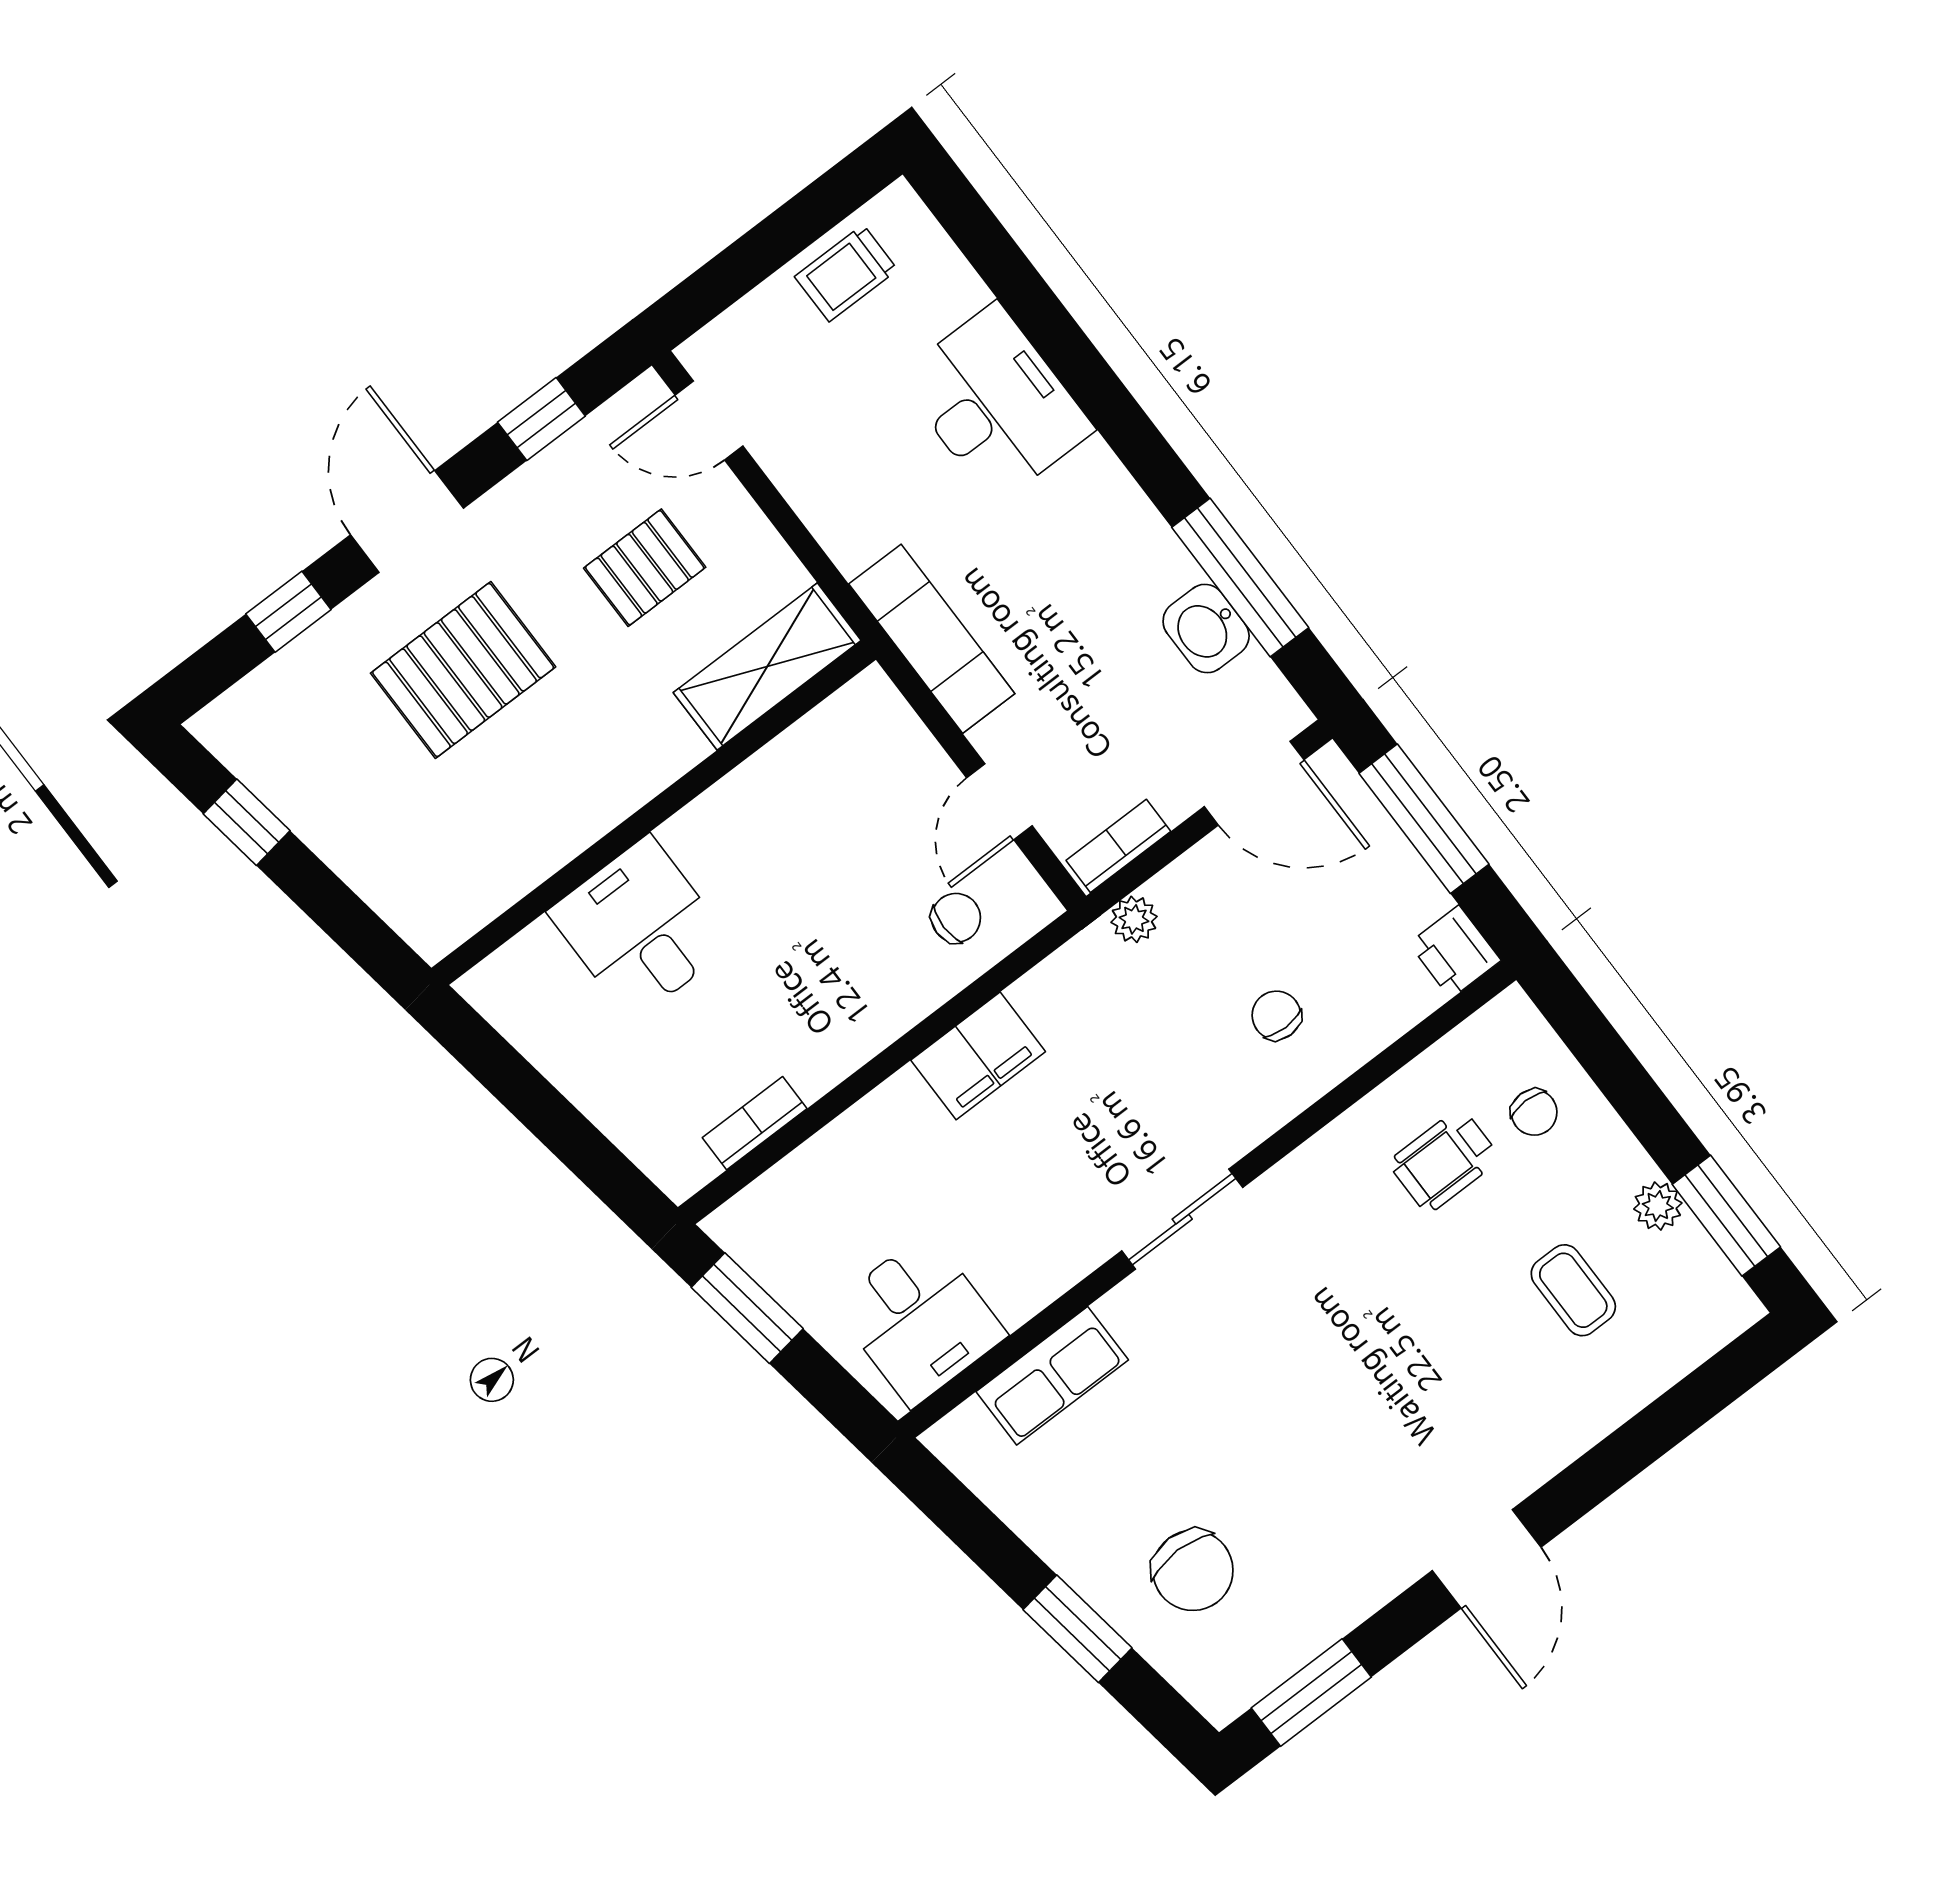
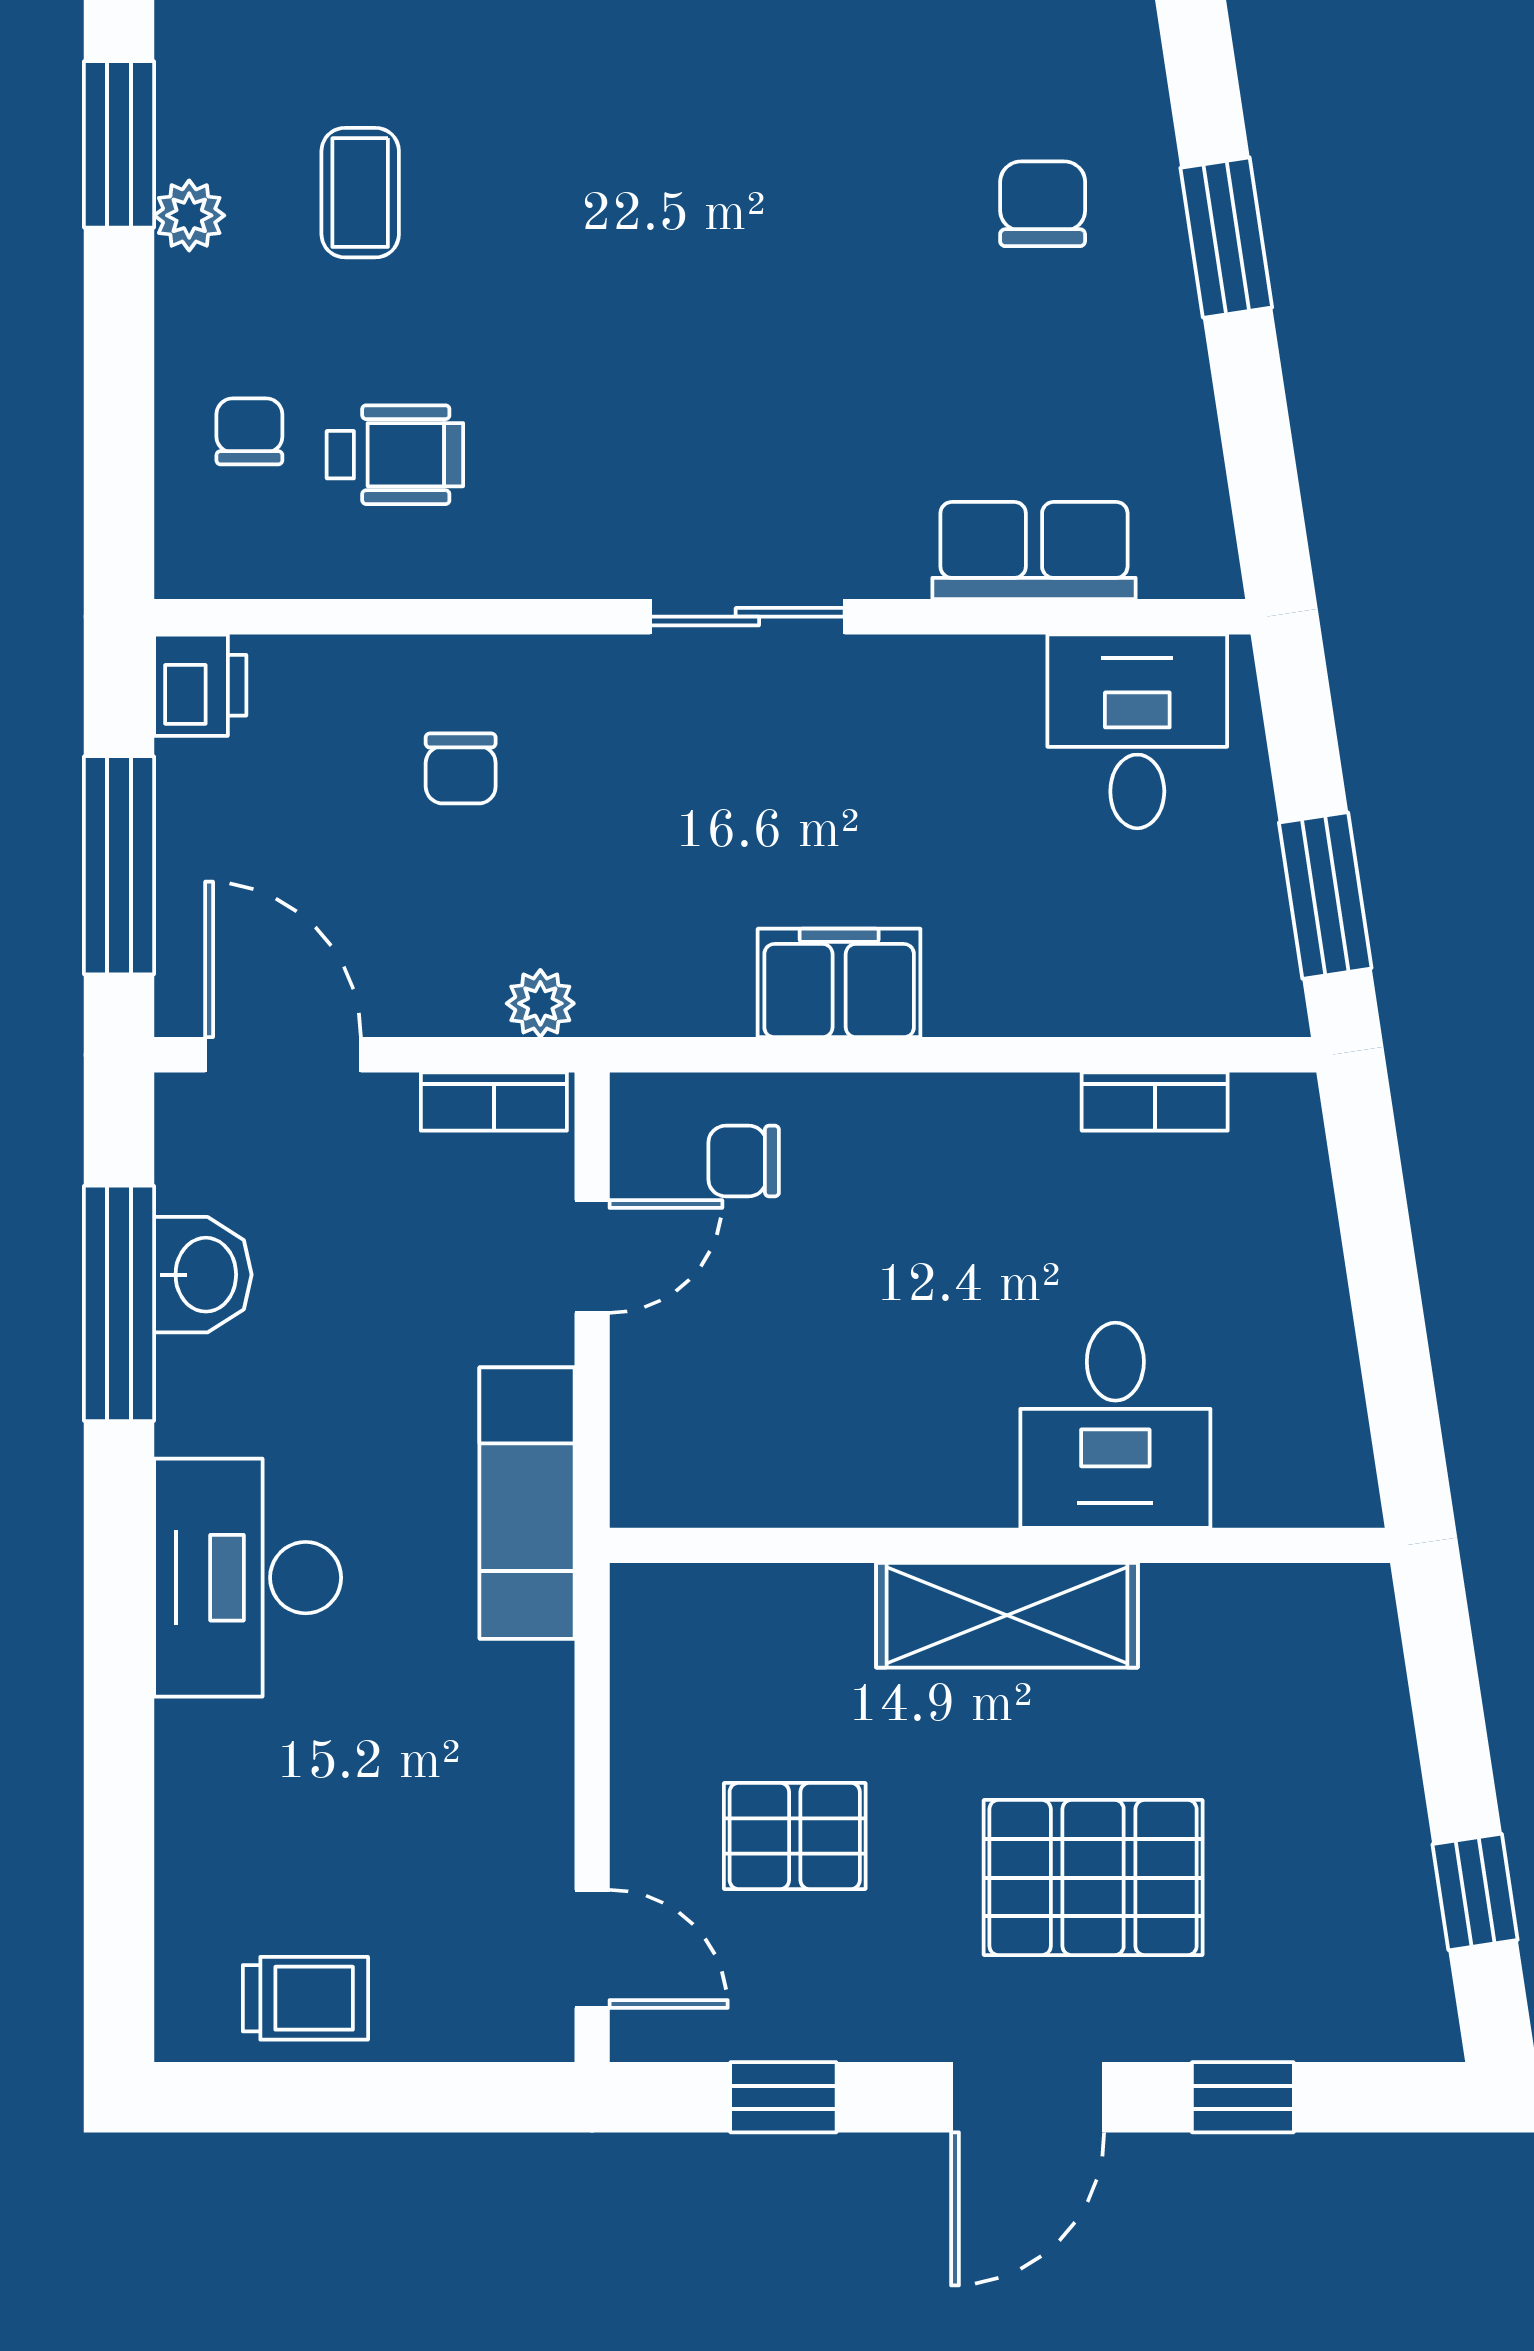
desk: (996, 403) -> (248, 1578), moved
shelving: (767, 666) -> (1007, 1615), moved
chair: (1193, 1570) -> (1043, 204), width x0.73, depth x0.73

